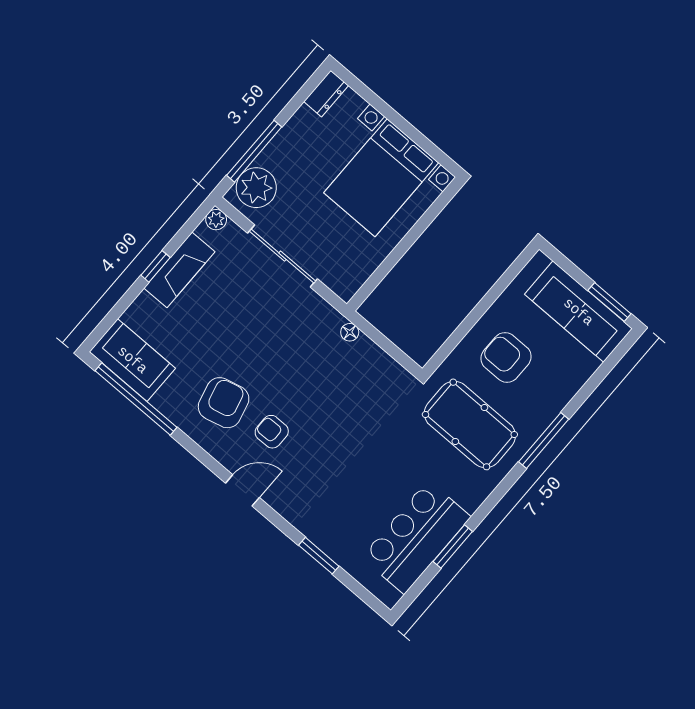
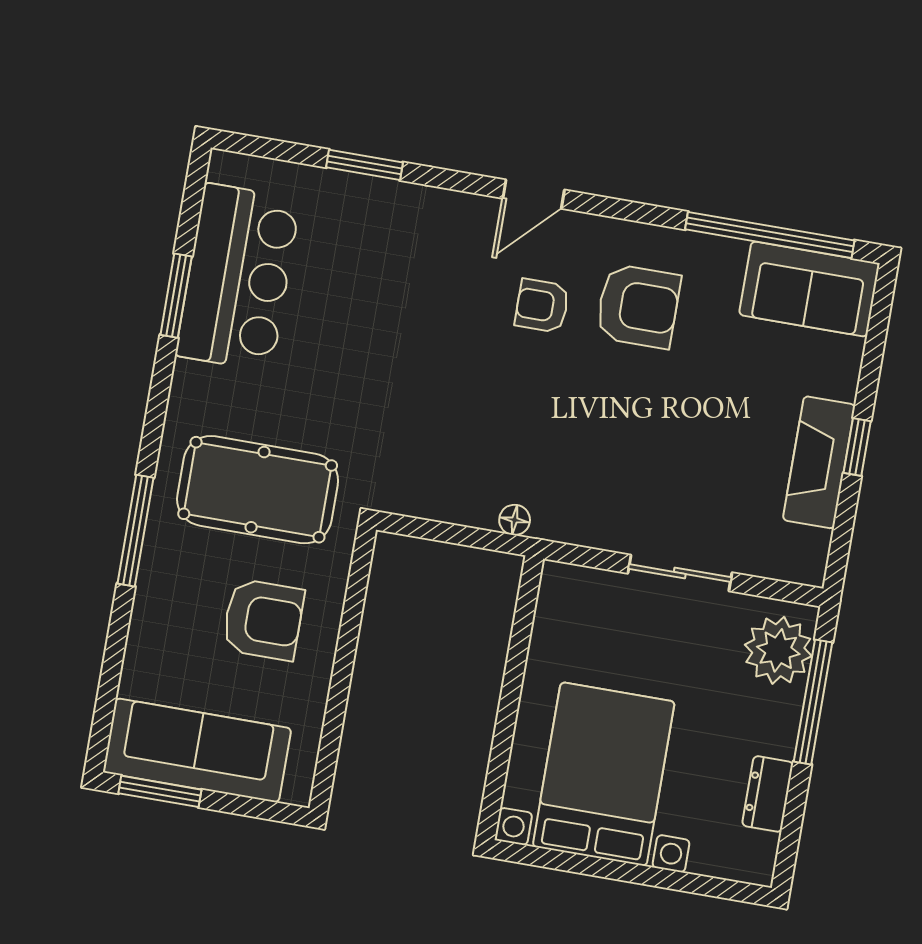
dresser: (326, 94) -> (768, 794), moved
plant: (216, 220) -> (809, 568), removed
sliding door: (283, 256) -> (680, 573), width x0.73
armchair: (224, 403) -> (638, 306), turned -76
armchair: (272, 432) -> (542, 306), turned 180

